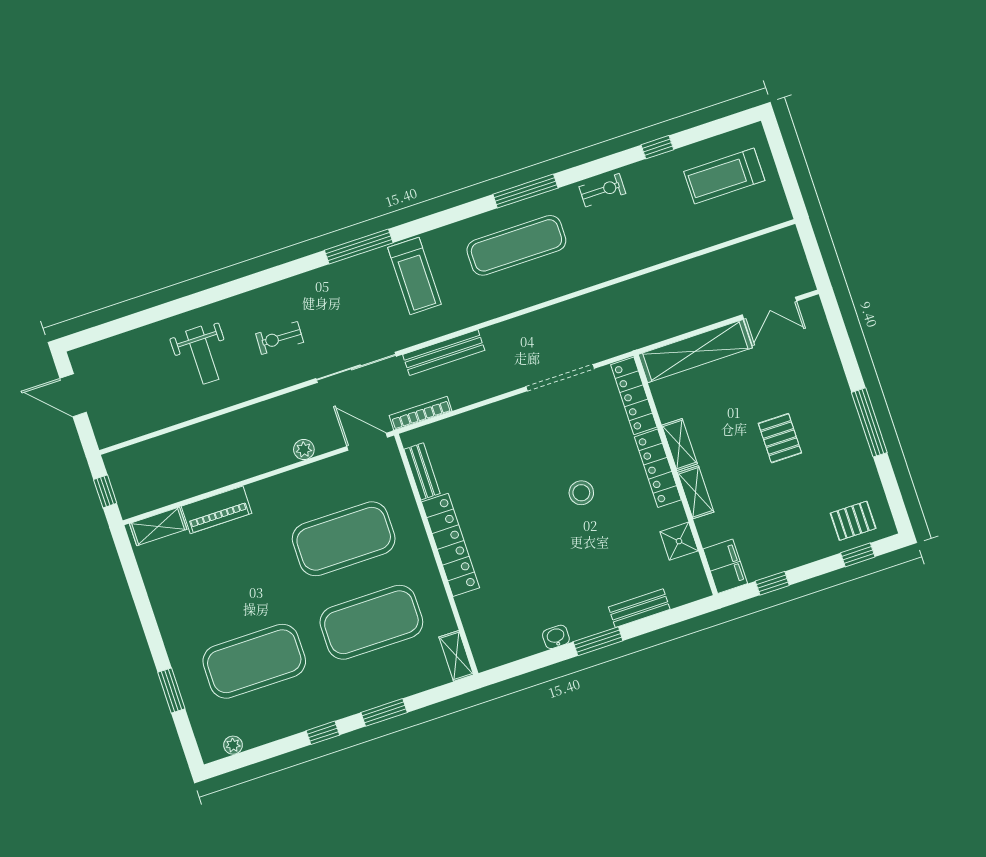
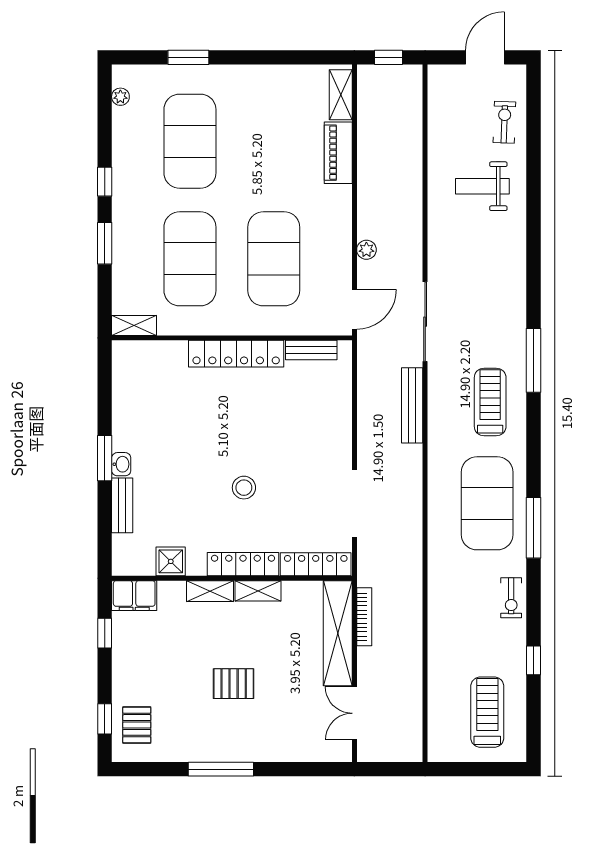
exercise mat: (516, 245) -> (487, 503), width x1.47
treadmill: (415, 276) -> (490, 402), turned 90
exercise bike: (280, 338) -> (504, 122), moved
bookcase: (421, 413) -> (364, 617), moved
washbasin: (556, 637) -> (121, 464), moved

